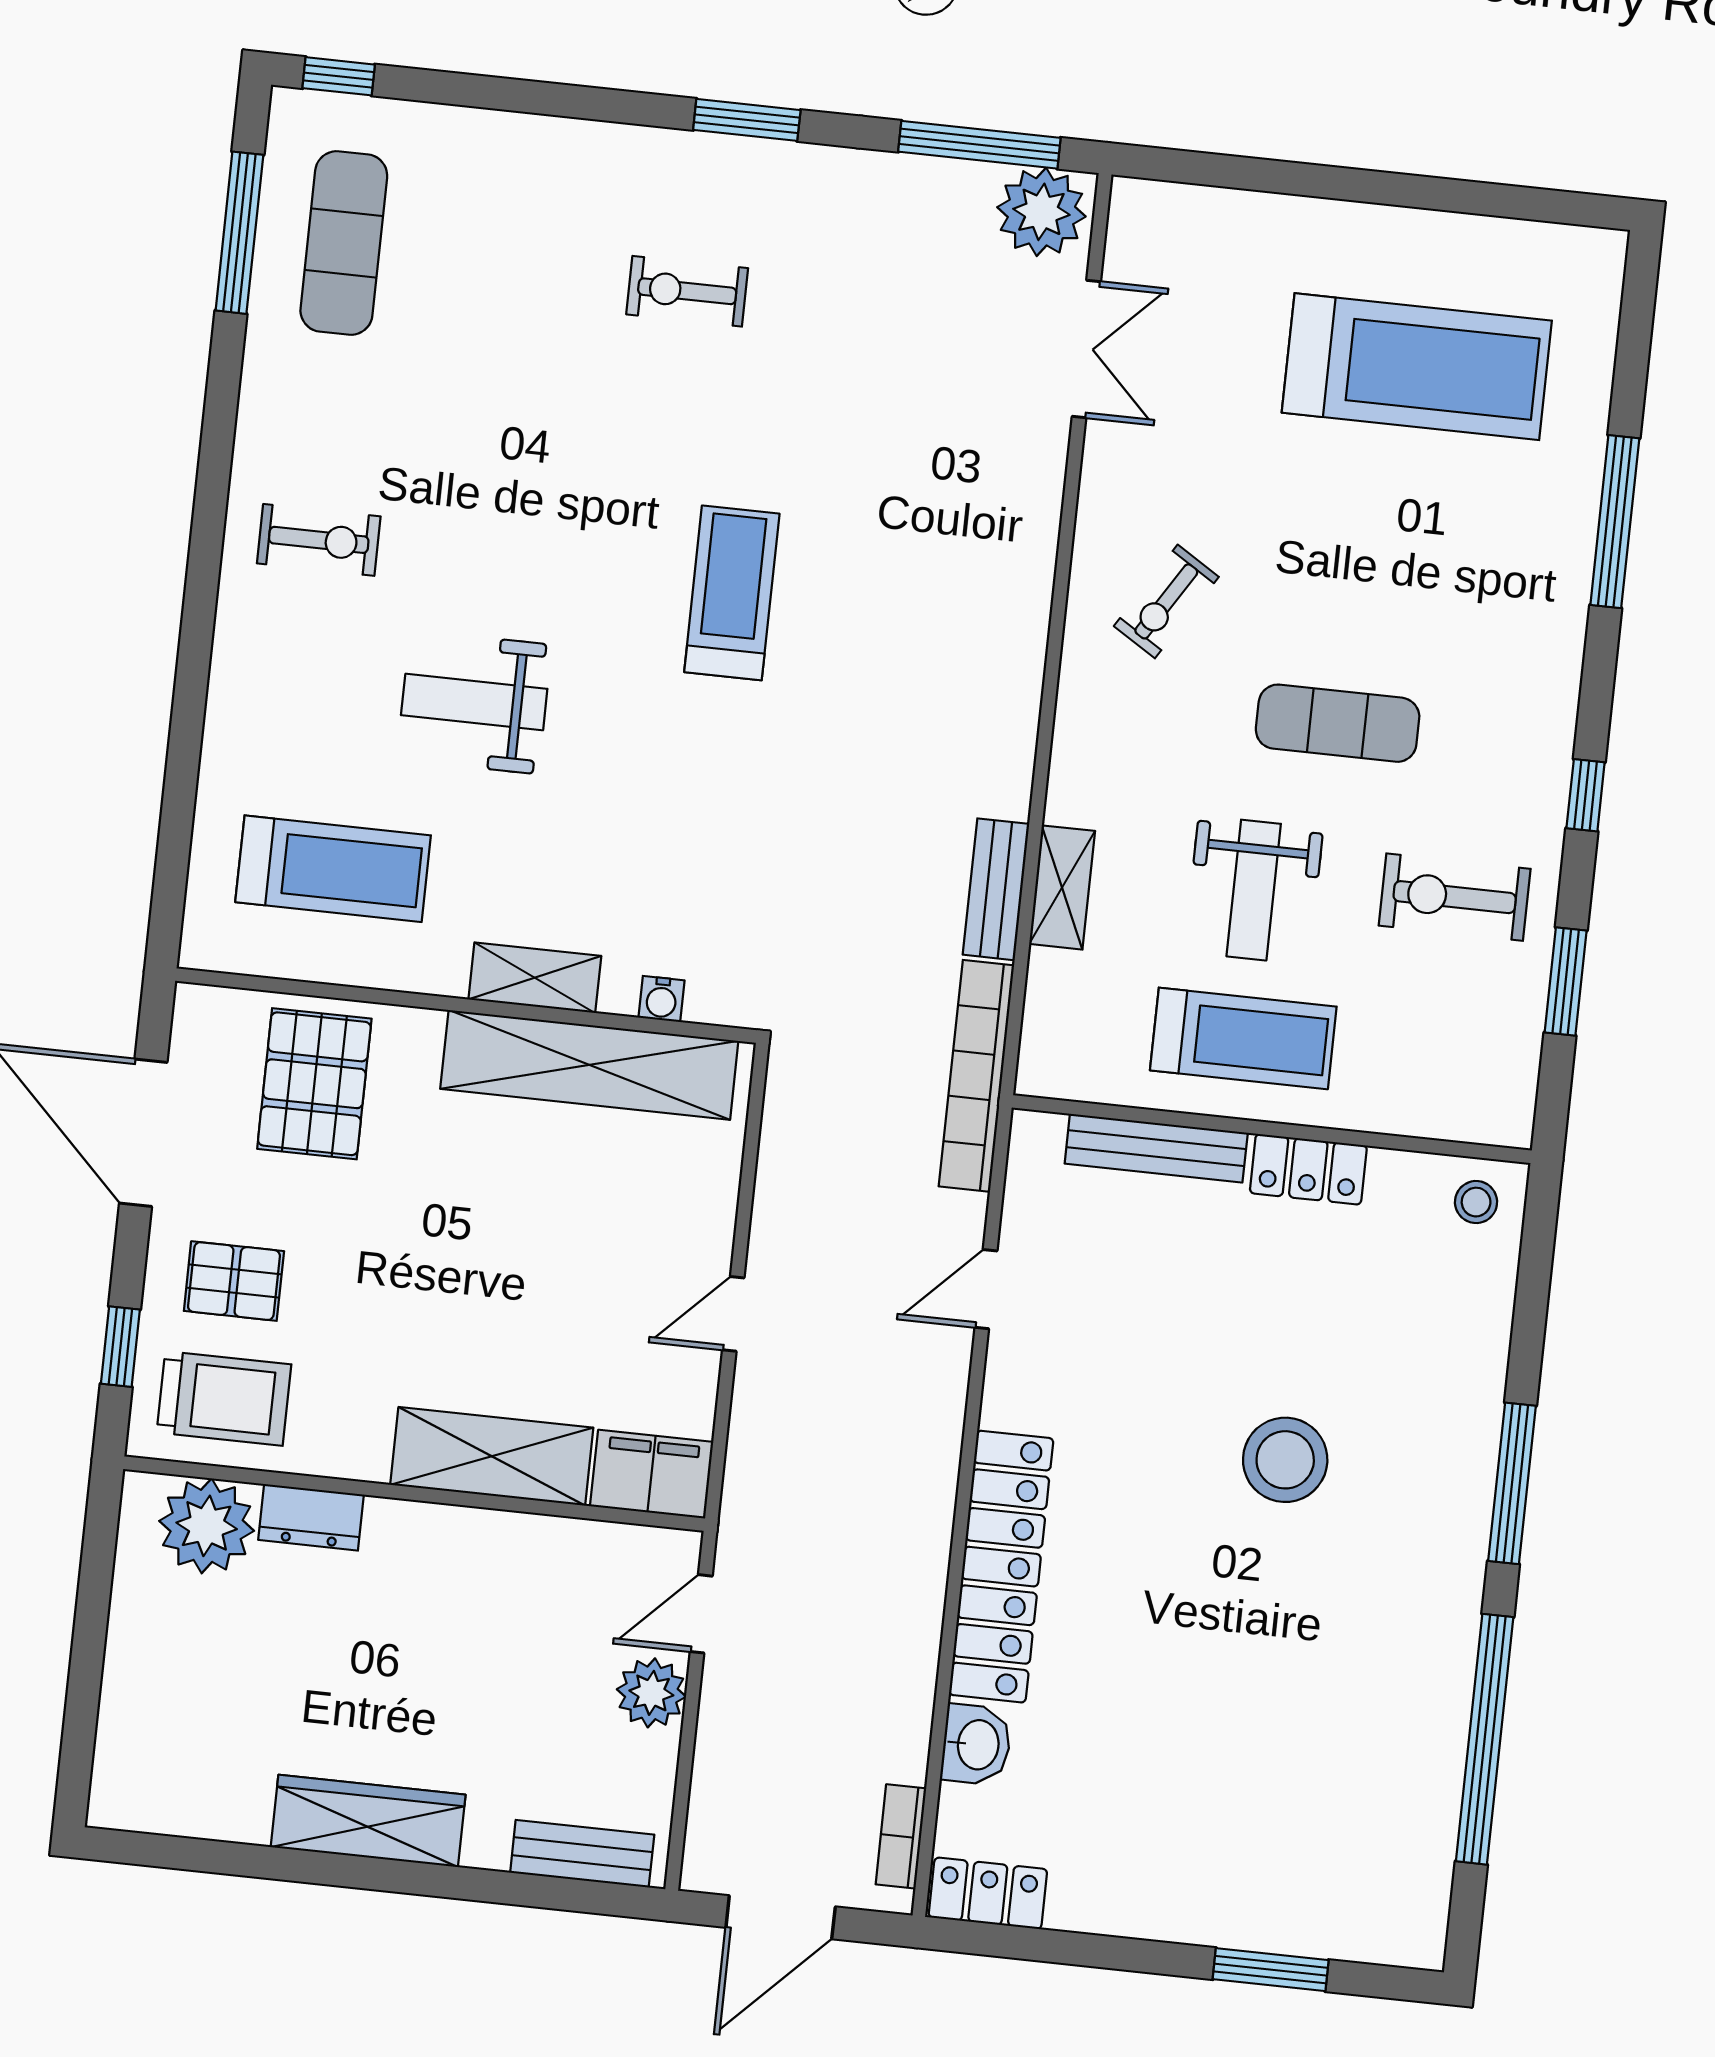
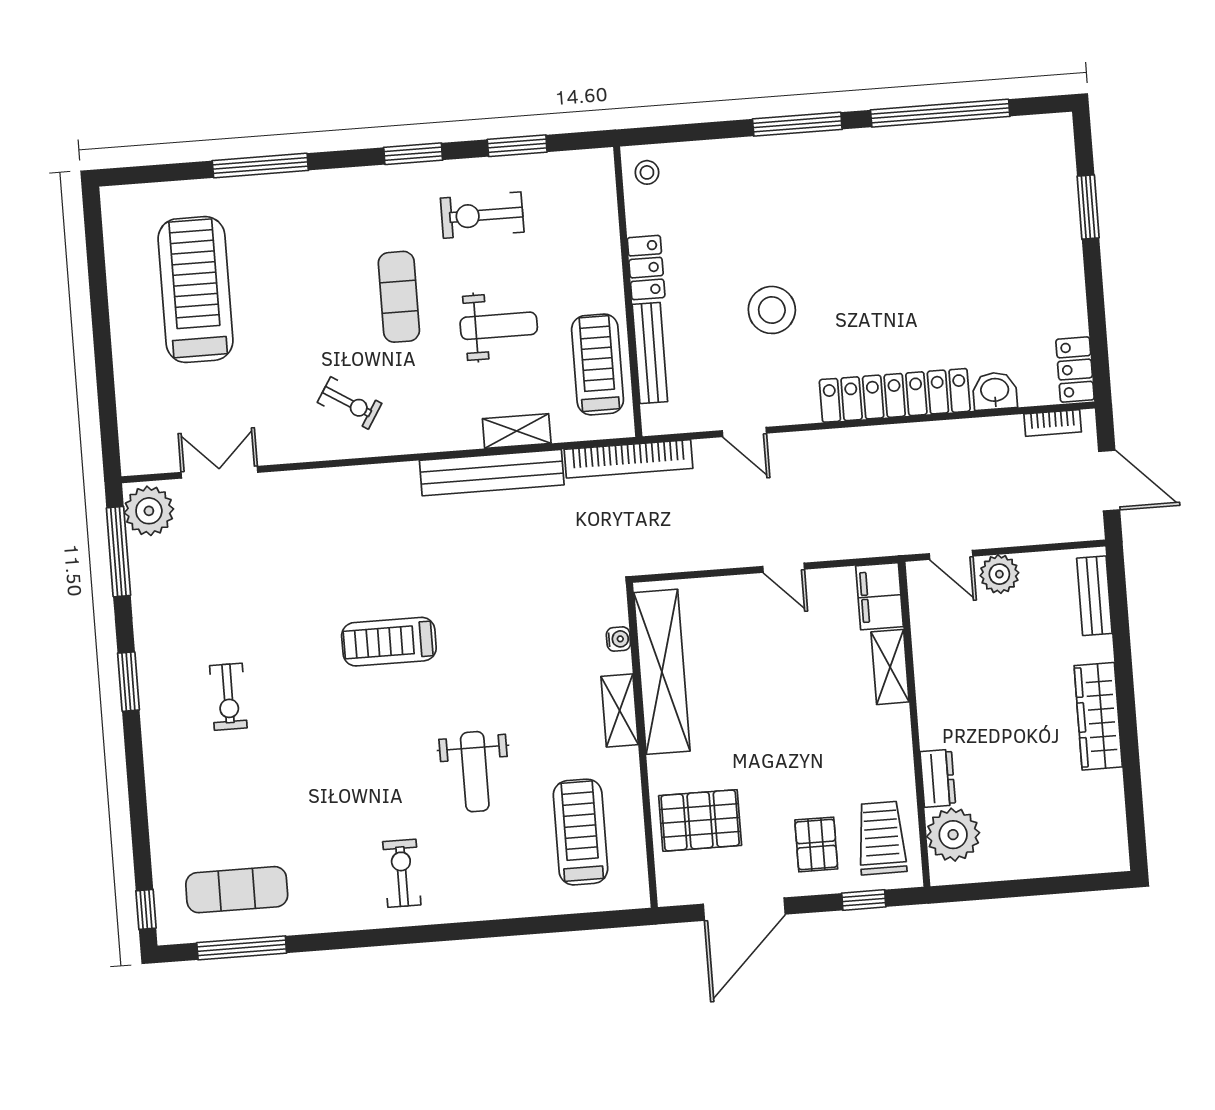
window: (1586, 795) -> (413, 154), width x1.50
bench: (996, 889) -> (492, 473), width x1.86, depth x1.21
exercise bike: (1455, 897) -> (482, 215), turned 90
treadmill: (1243, 1038) -> (598, 364), moved
shelving: (492, 1456) -> (890, 667), width x0.67, depth x0.75
stool: (1285, 1460) -> (772, 310), moved

